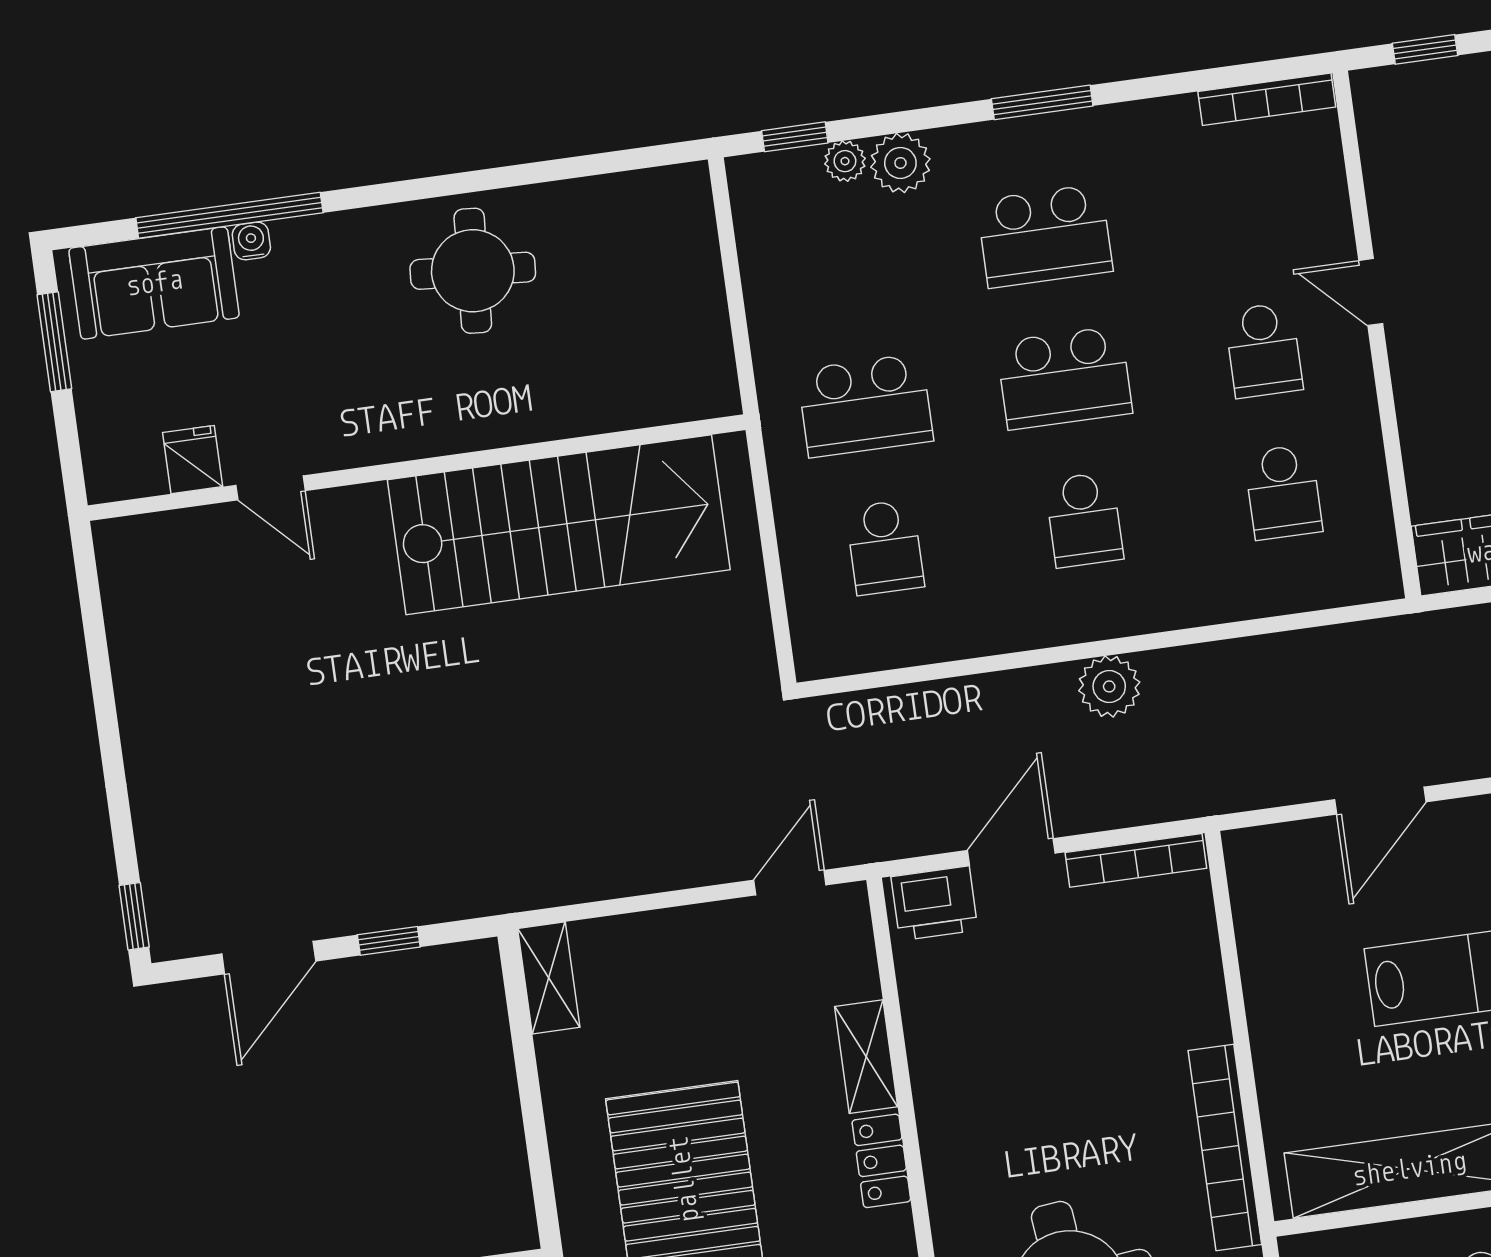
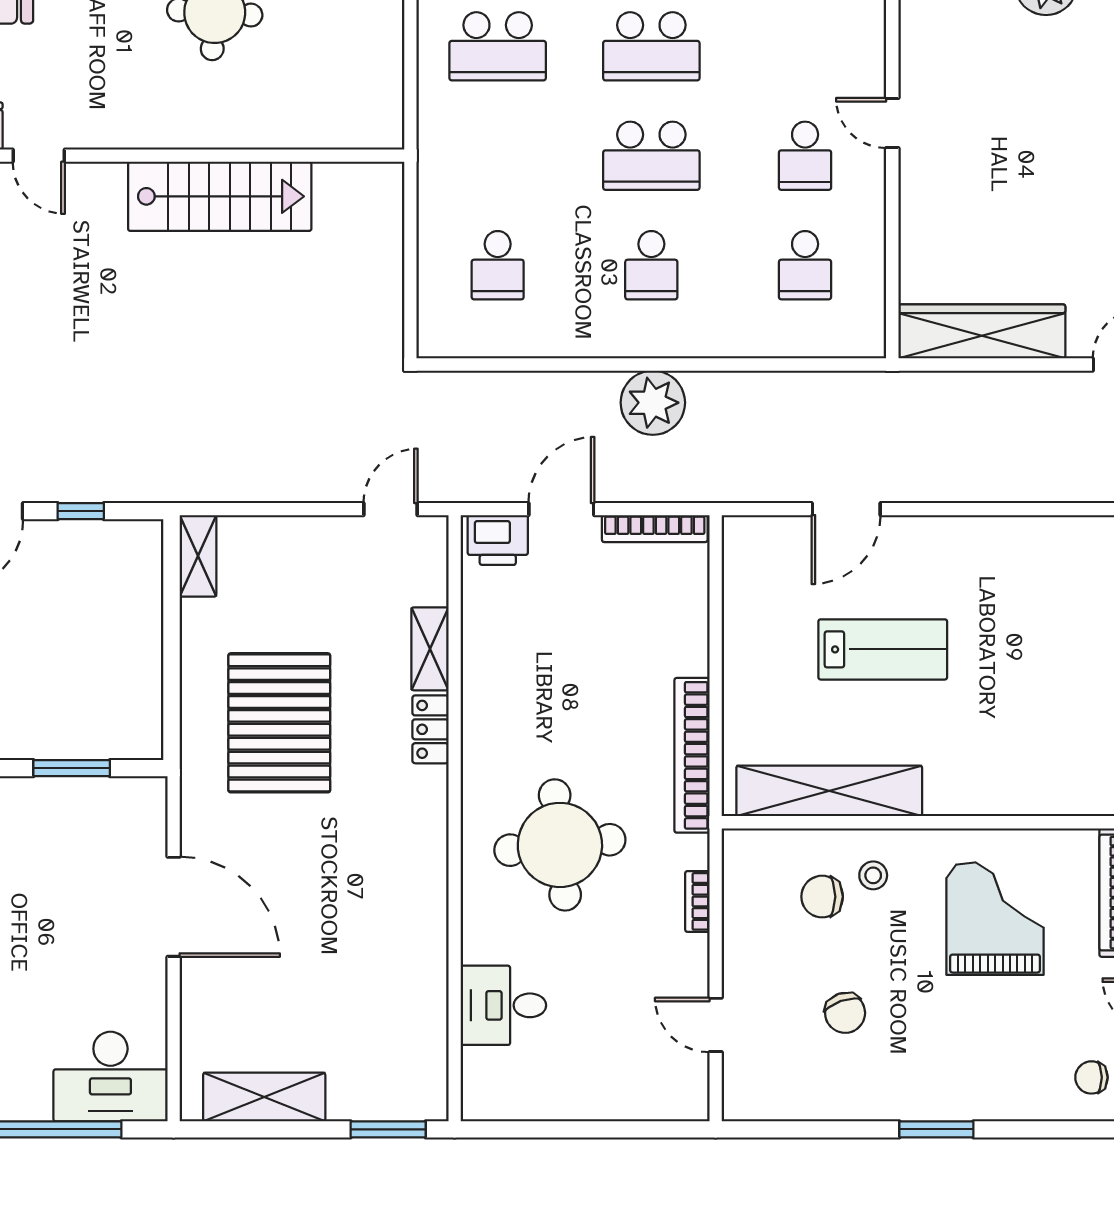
school desk: (865, 405) -> (498, 46), moved
stairs: (559, 525) -> (220, 196), width x0.73, depth x0.66
plant: (1109, 686) -> (653, 403), width x1.36, depth x1.36

